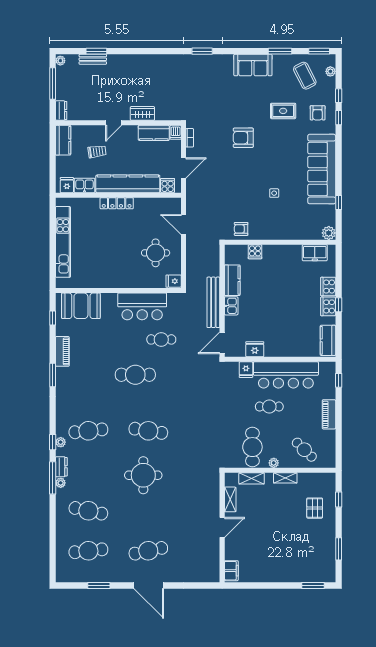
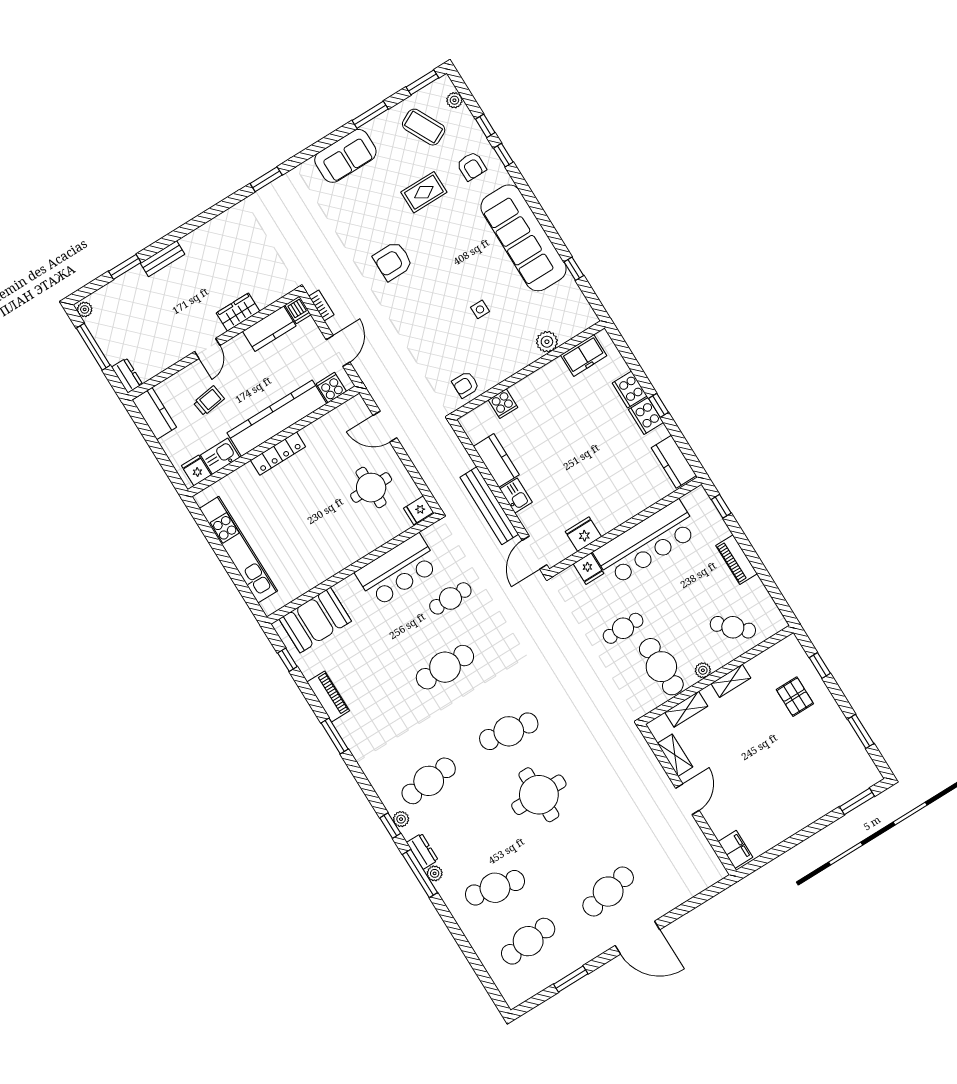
bench: (93, 59) -> (163, 259), moved
plant: (329, 233) -> (547, 342), moved
cafe table: (269, 407) -> (623, 628), moved

